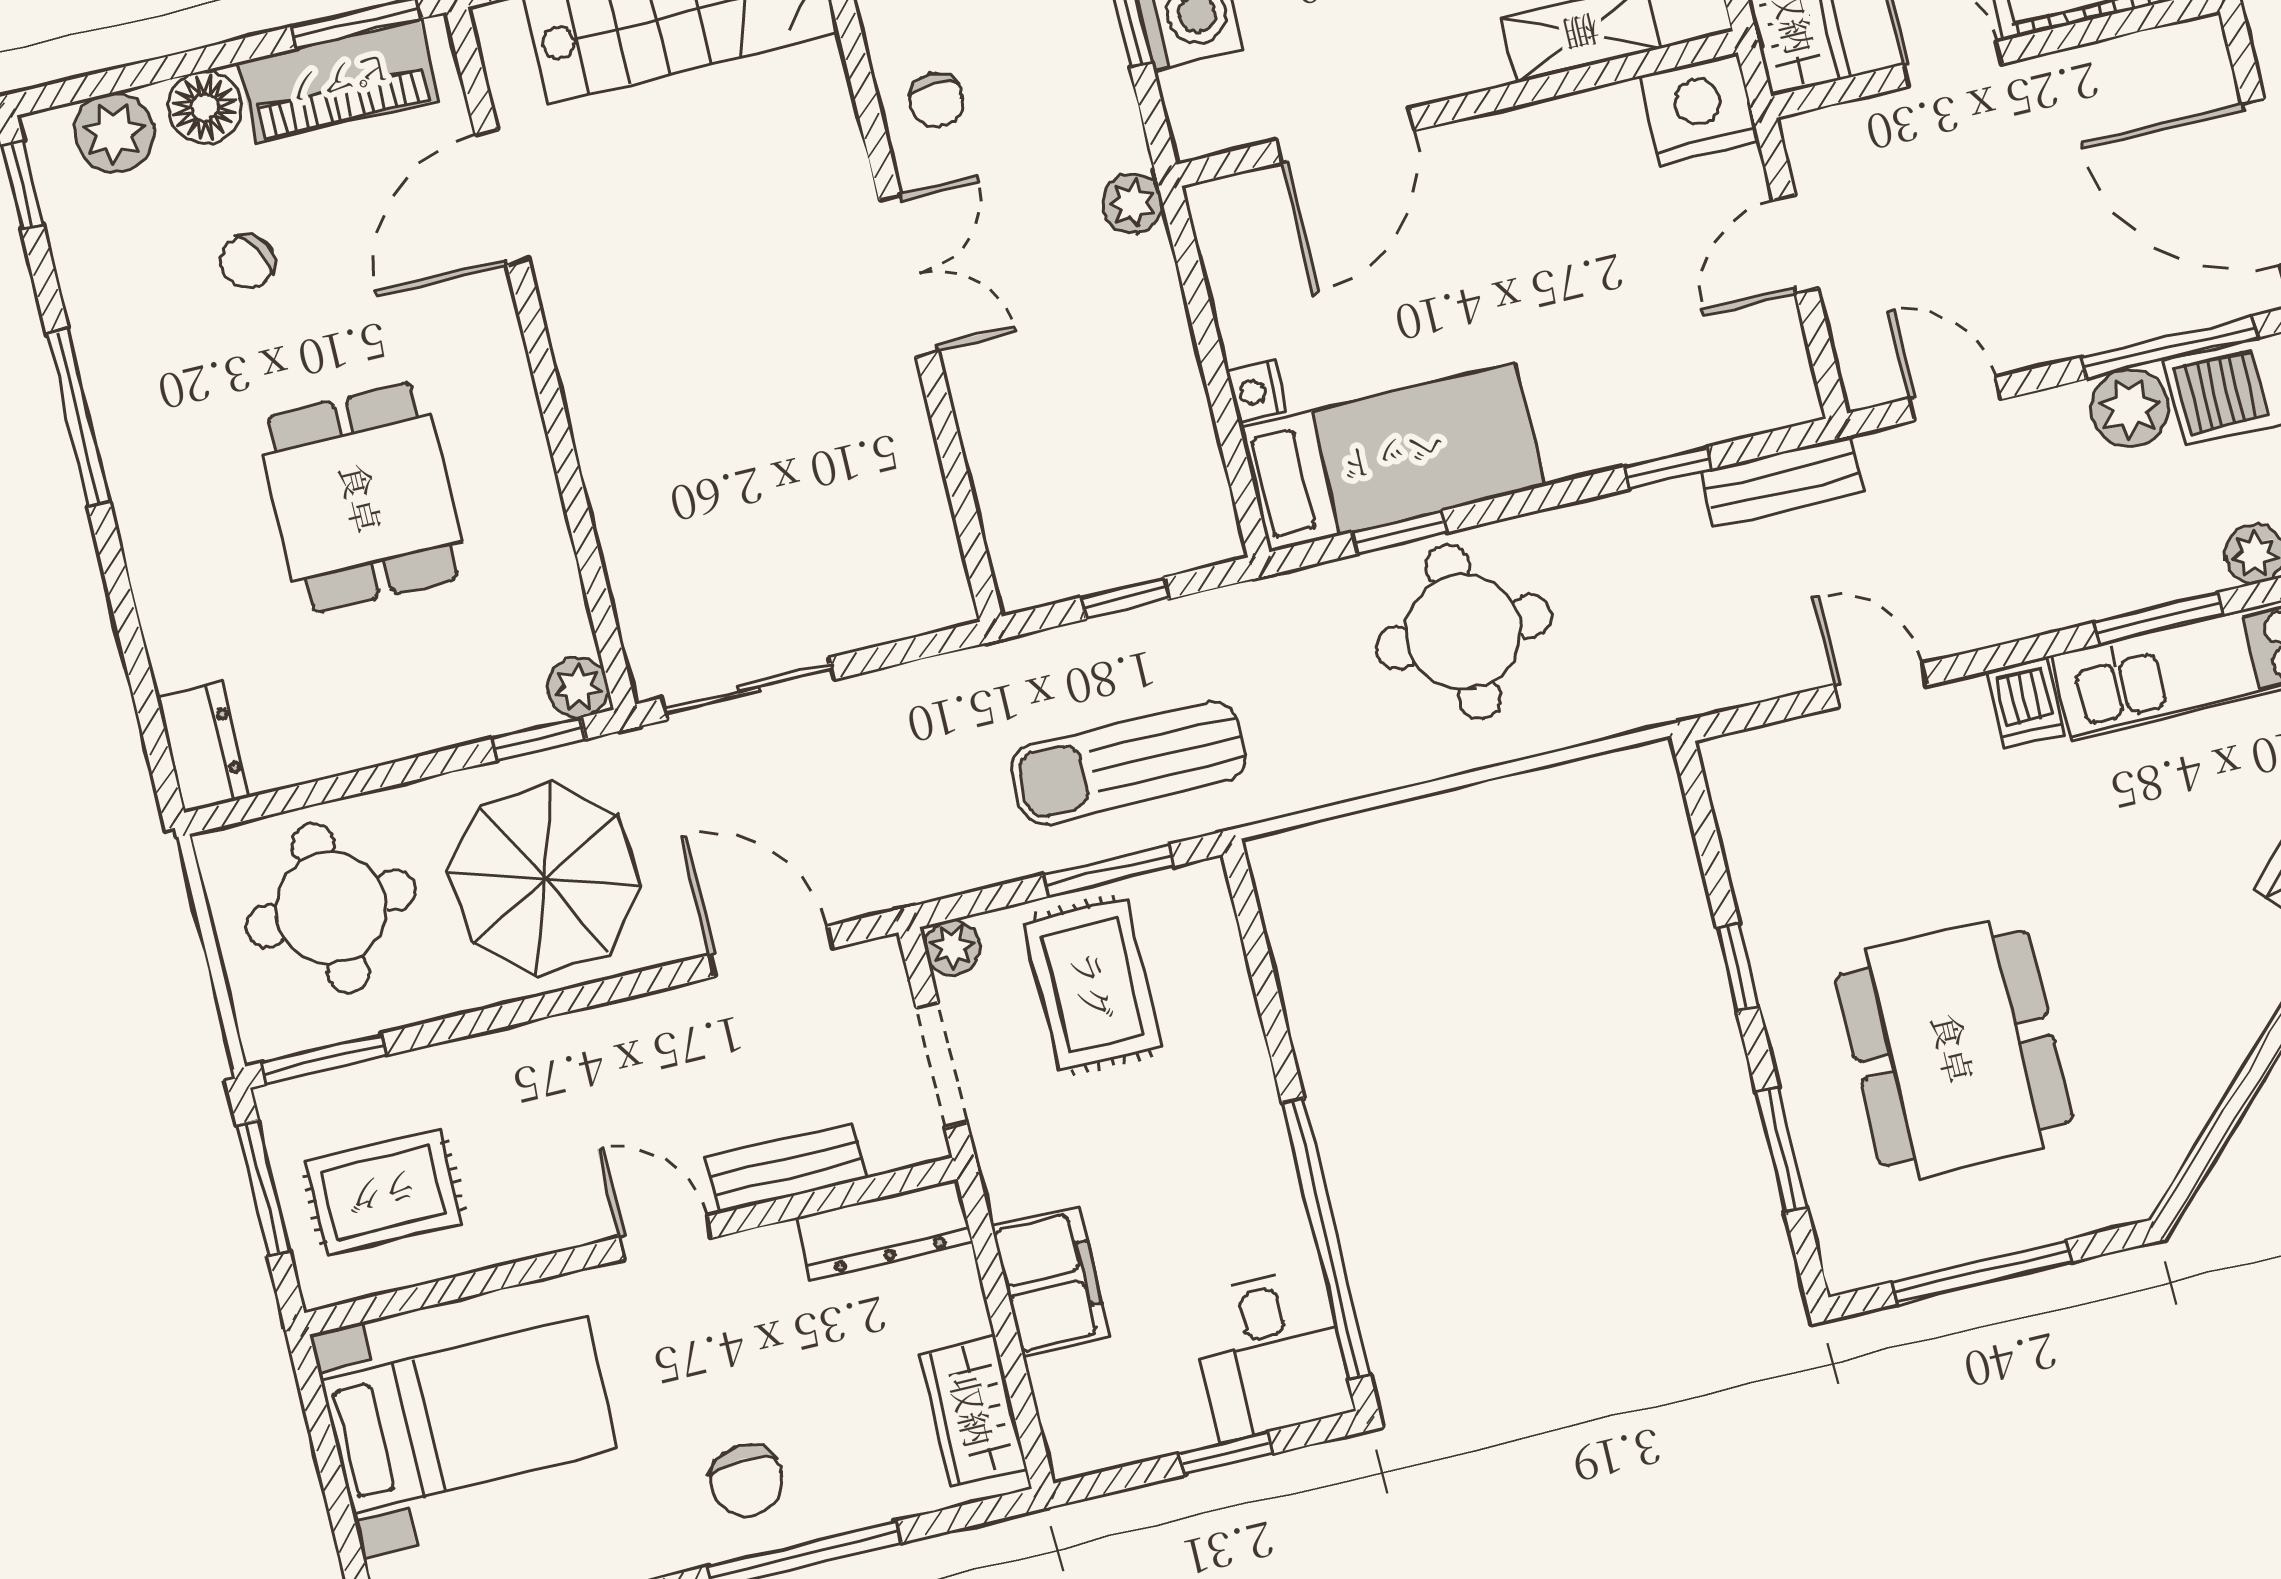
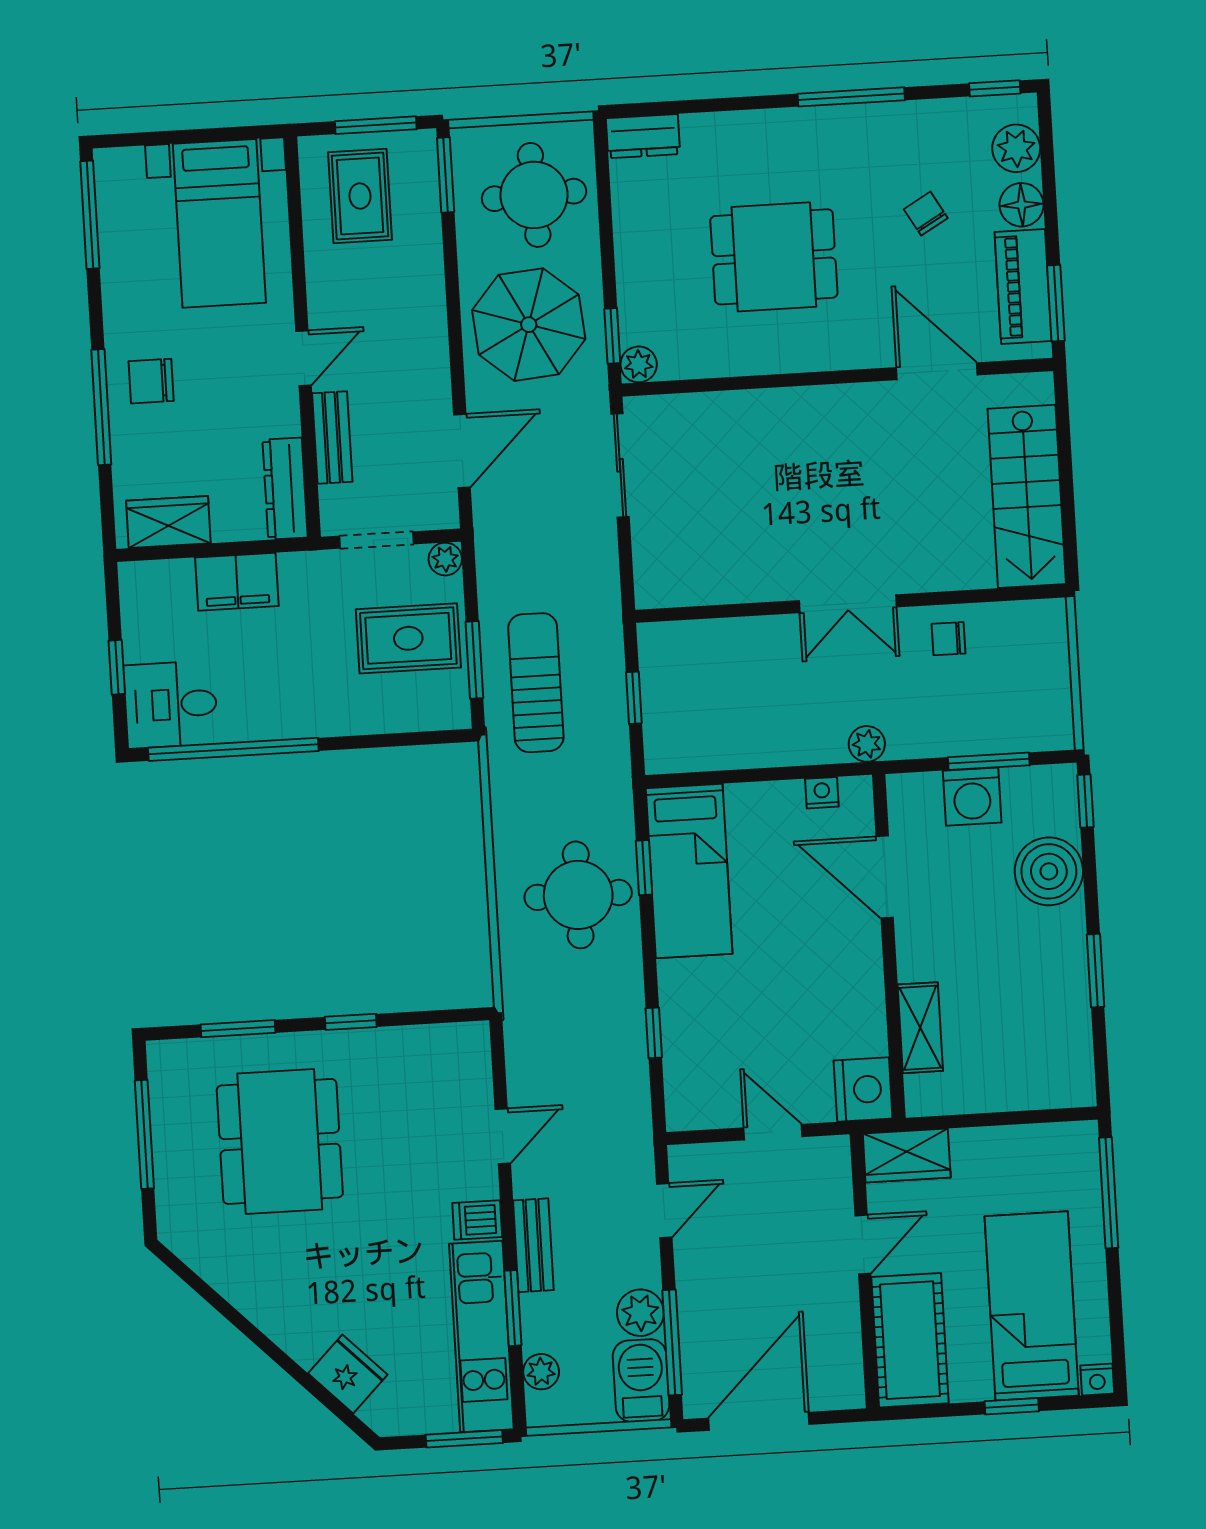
nightstand: (1256, 391) -> (822, 793), moved
bench: (1782, 482) -> (533, 1245), moved
dining table: (1954, 1048) -> (280, 1141), turned 90

